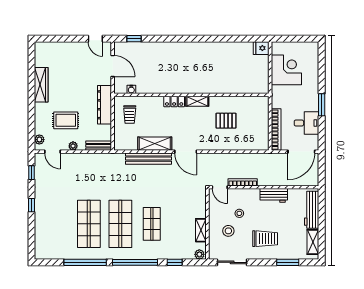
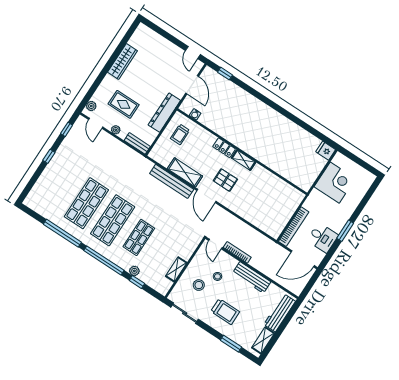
pallet: (226, 121) -> (225, 180), moved
workbench: (274, 195) -> (252, 277), width x1.38
plant: (199, 254) -> (134, 271), moved

